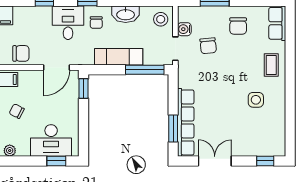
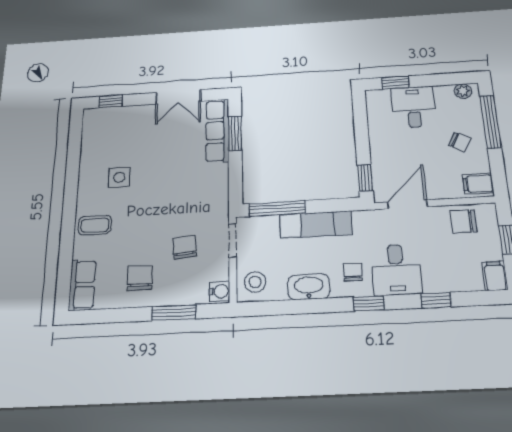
water cooler: (184, 29) -> (219, 291), moved
coffee table: (271, 65) -> (95, 225), turned 90
row of seats: (186, 122) -> (217, 131), width x0.73
desk: (51, 140) -> (414, 107), width x0.73

